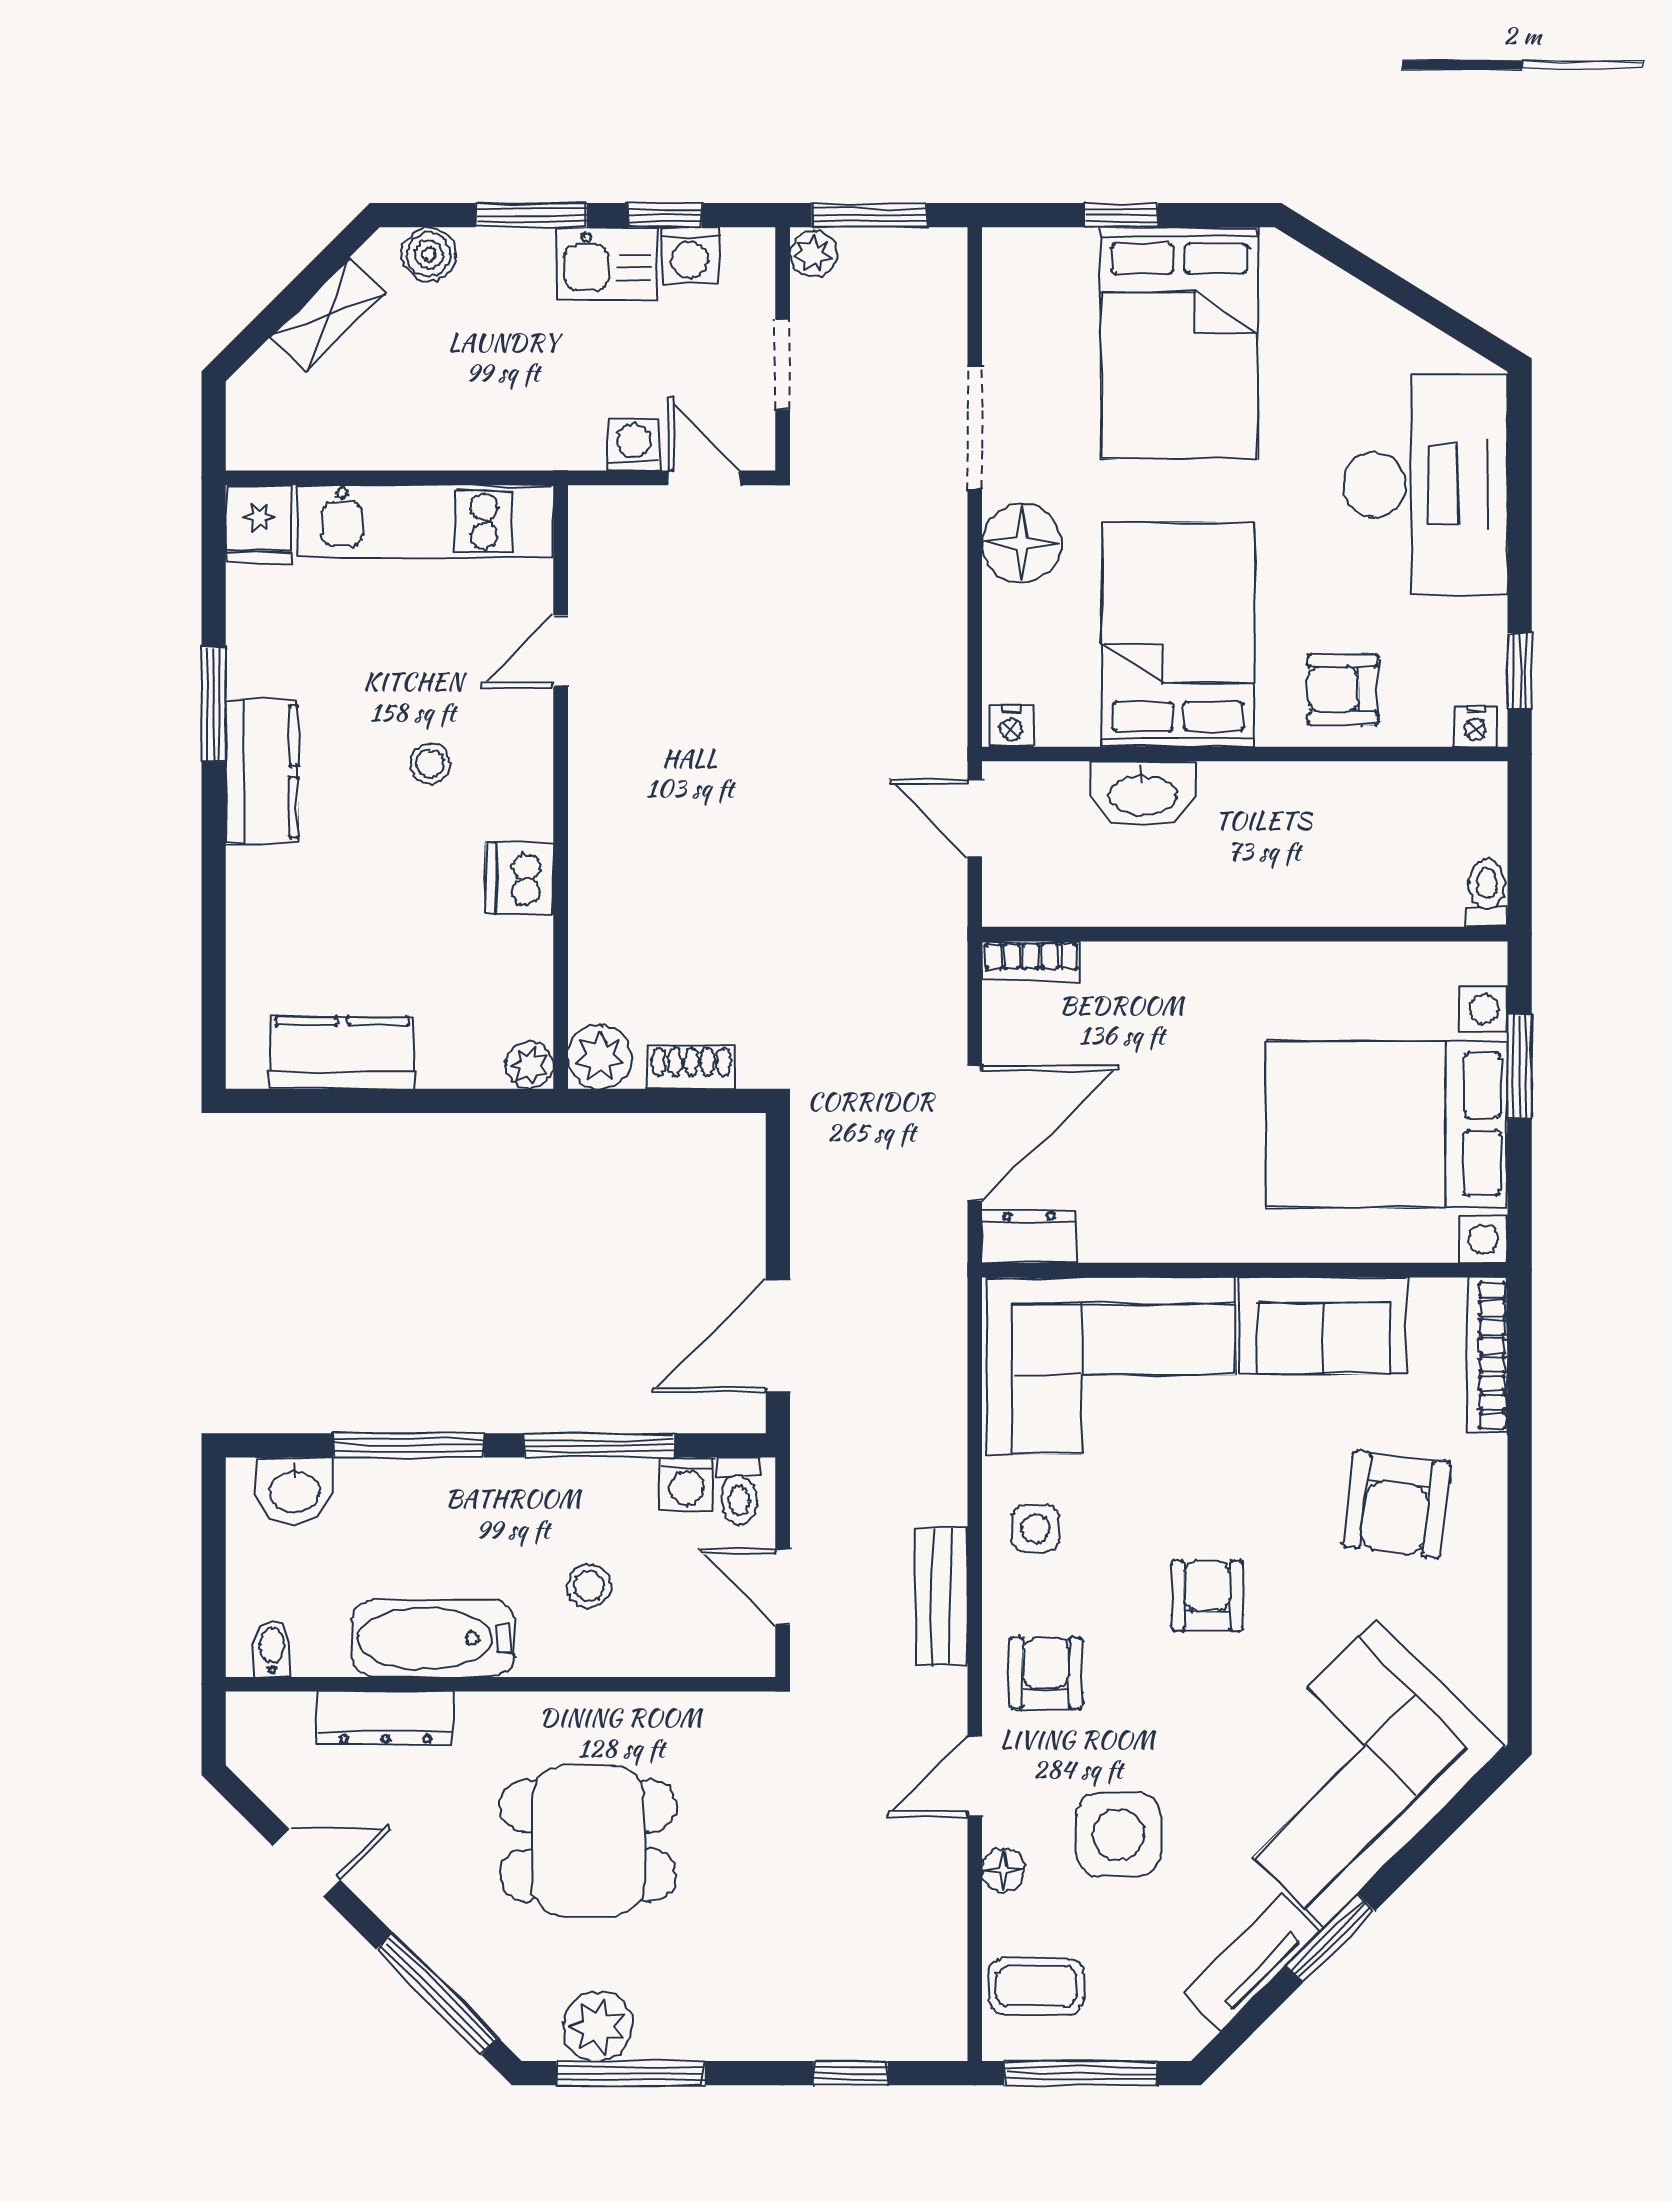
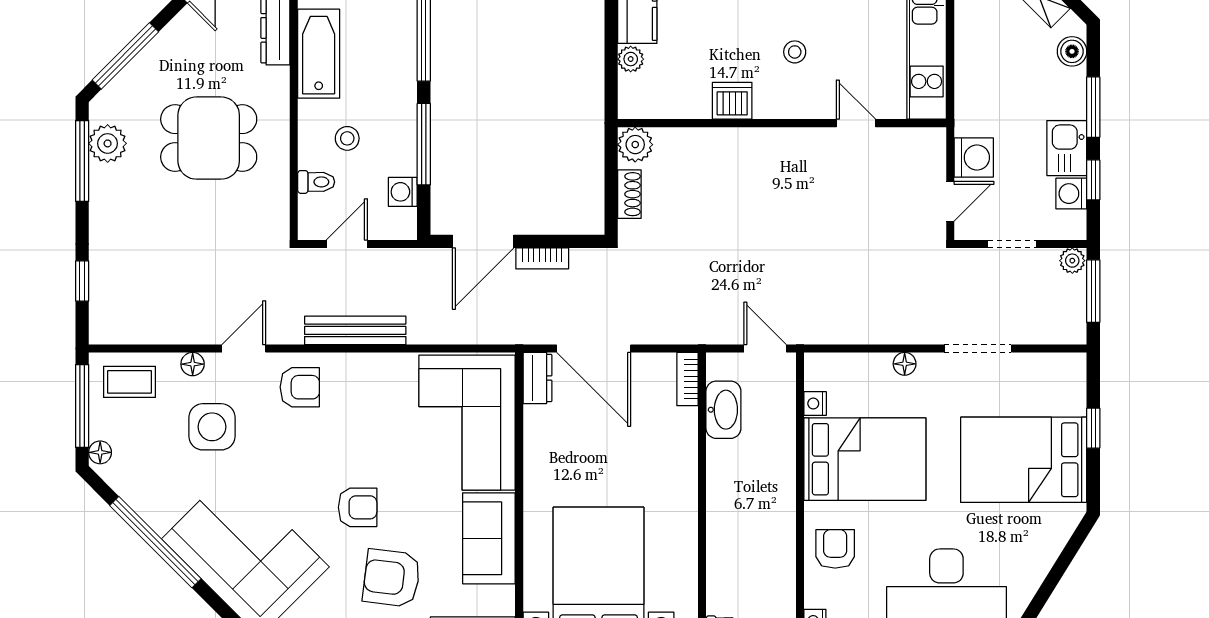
washing machine: (634, 445) -> (974, 157), width x1.38, depth x1.38
floor lamp: (1021, 543) -> (905, 364), width x0.53, depth x0.53
nightstand: (1011, 726) -> (815, 403), moved
washbasin: (1142, 793) -> (723, 410), moved, turned 180
door: (975, 818) -> (765, 348), hinge flipped
plant: (530, 1065) -> (631, 59), moved
bookcase: (809, 1228) -> (542, 258), added
door: (778, 1336) -> (483, 241), swing flipped
toilet: (739, 1491) -> (316, 182), moved, turned 180
side table: (1036, 1529) -> (379, 382), removed
bench: (941, 1596) -> (355, 330), width x1.36
armchair: (1207, 1596) -> (358, 507), moved
door: (975, 1776) -> (244, 348), hinge flipped
dining table: (588, 1841) -> (209, 138), turned 90
window: (1331, 1938) -> (155, 542), width x2.11
tv unit: (1252, 1962) -> (143, 499), removed
coffee table: (1036, 1986) -> (130, 382), turned 90
floor lamp: (1166, 2040) -> (100, 452), added

